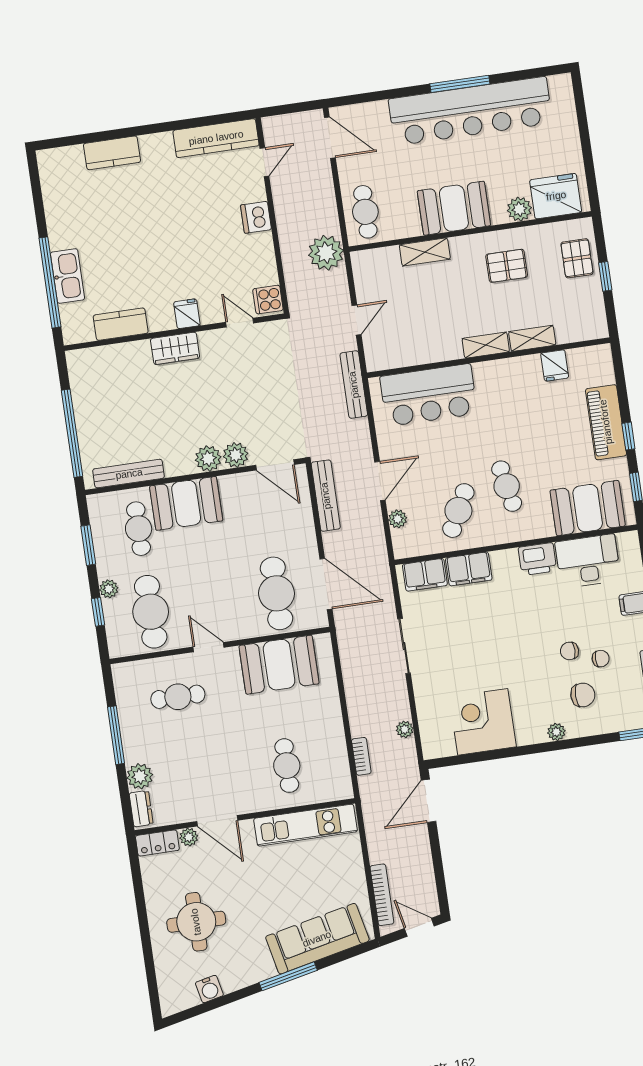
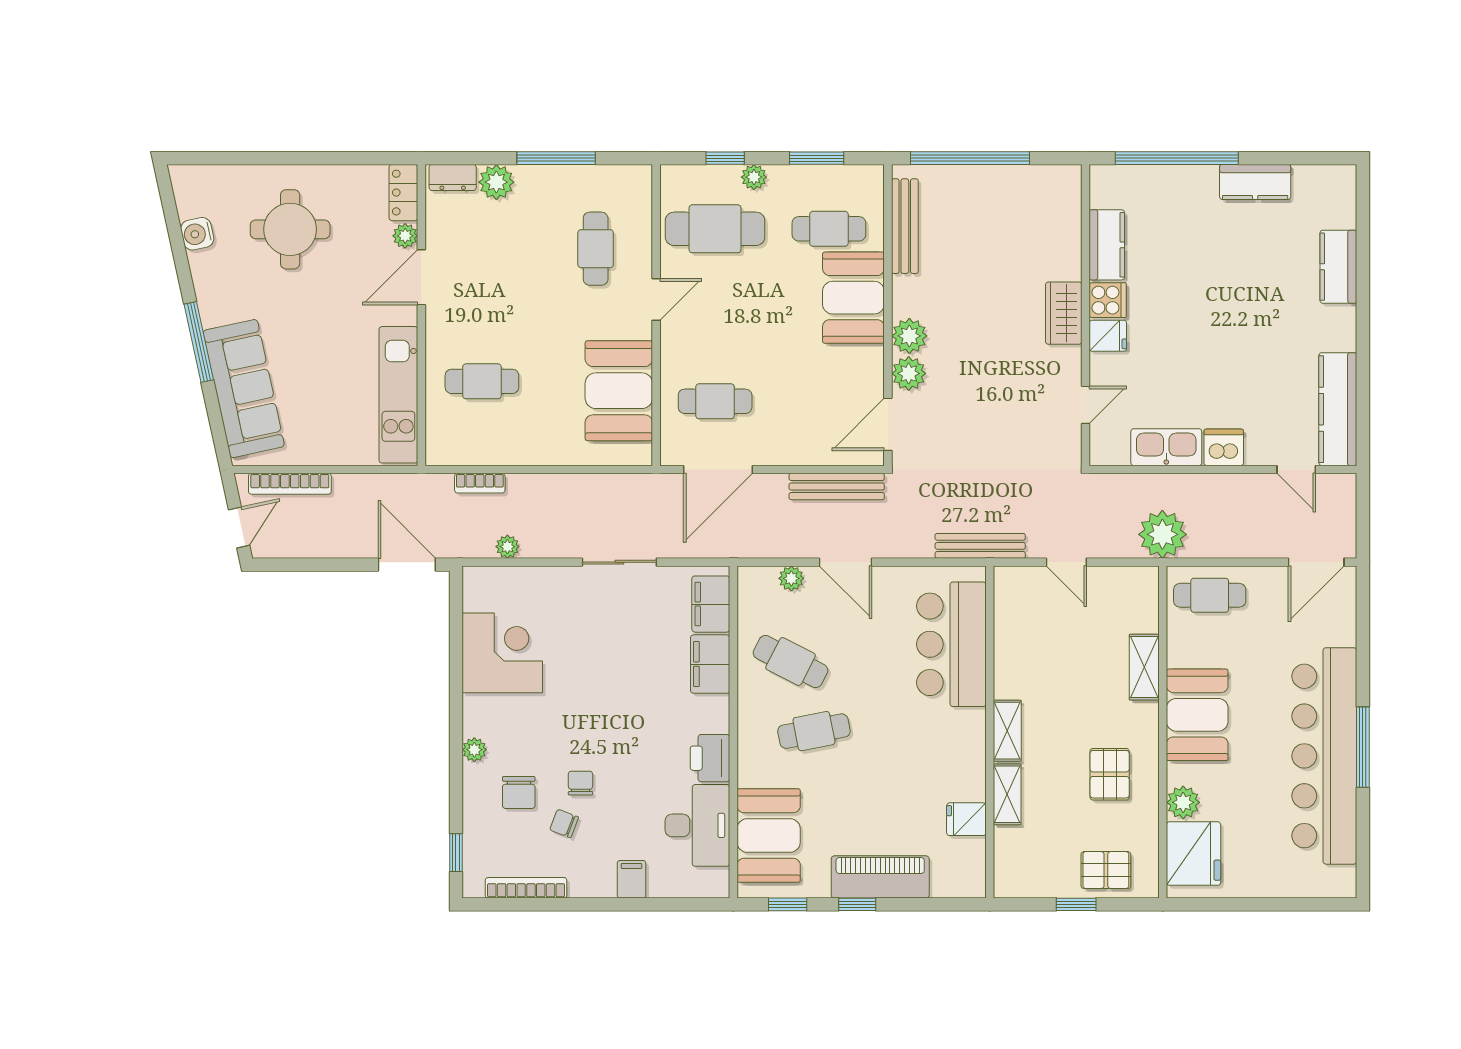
kitchen counter: (59, 223) -> (1255, 182), added
kitchen sink: (67, 276) -> (1166, 447), moved, turned 180
cooker: (268, 300) -> (1108, 300), moved, turned 90
cafe table: (277, 593) -> (715, 401), width x0.73, depth x0.74
chair: (601, 659) -> (564, 823), turned 111

